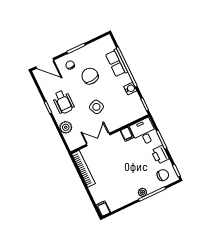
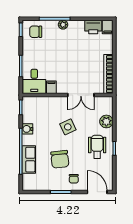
printer: (160, 155) -> (93, 27), moved, turned 90

